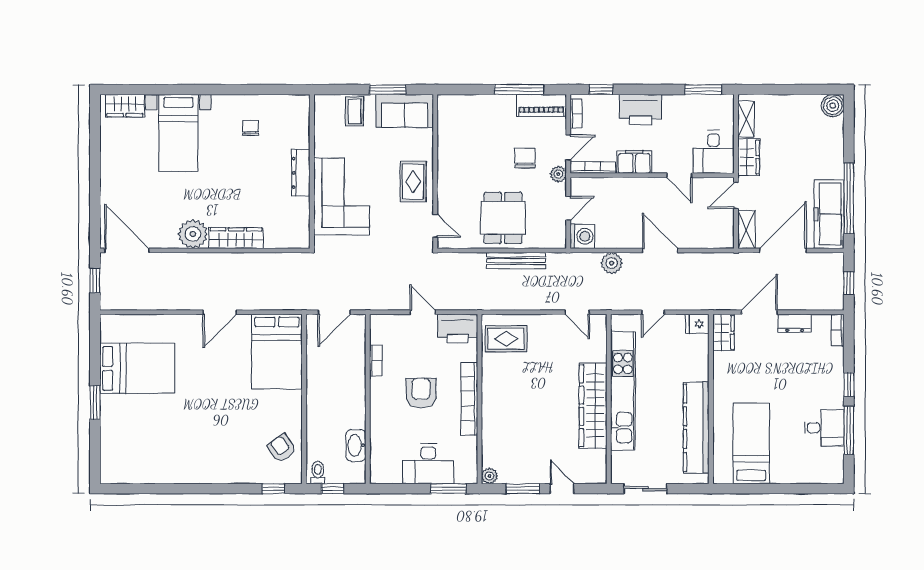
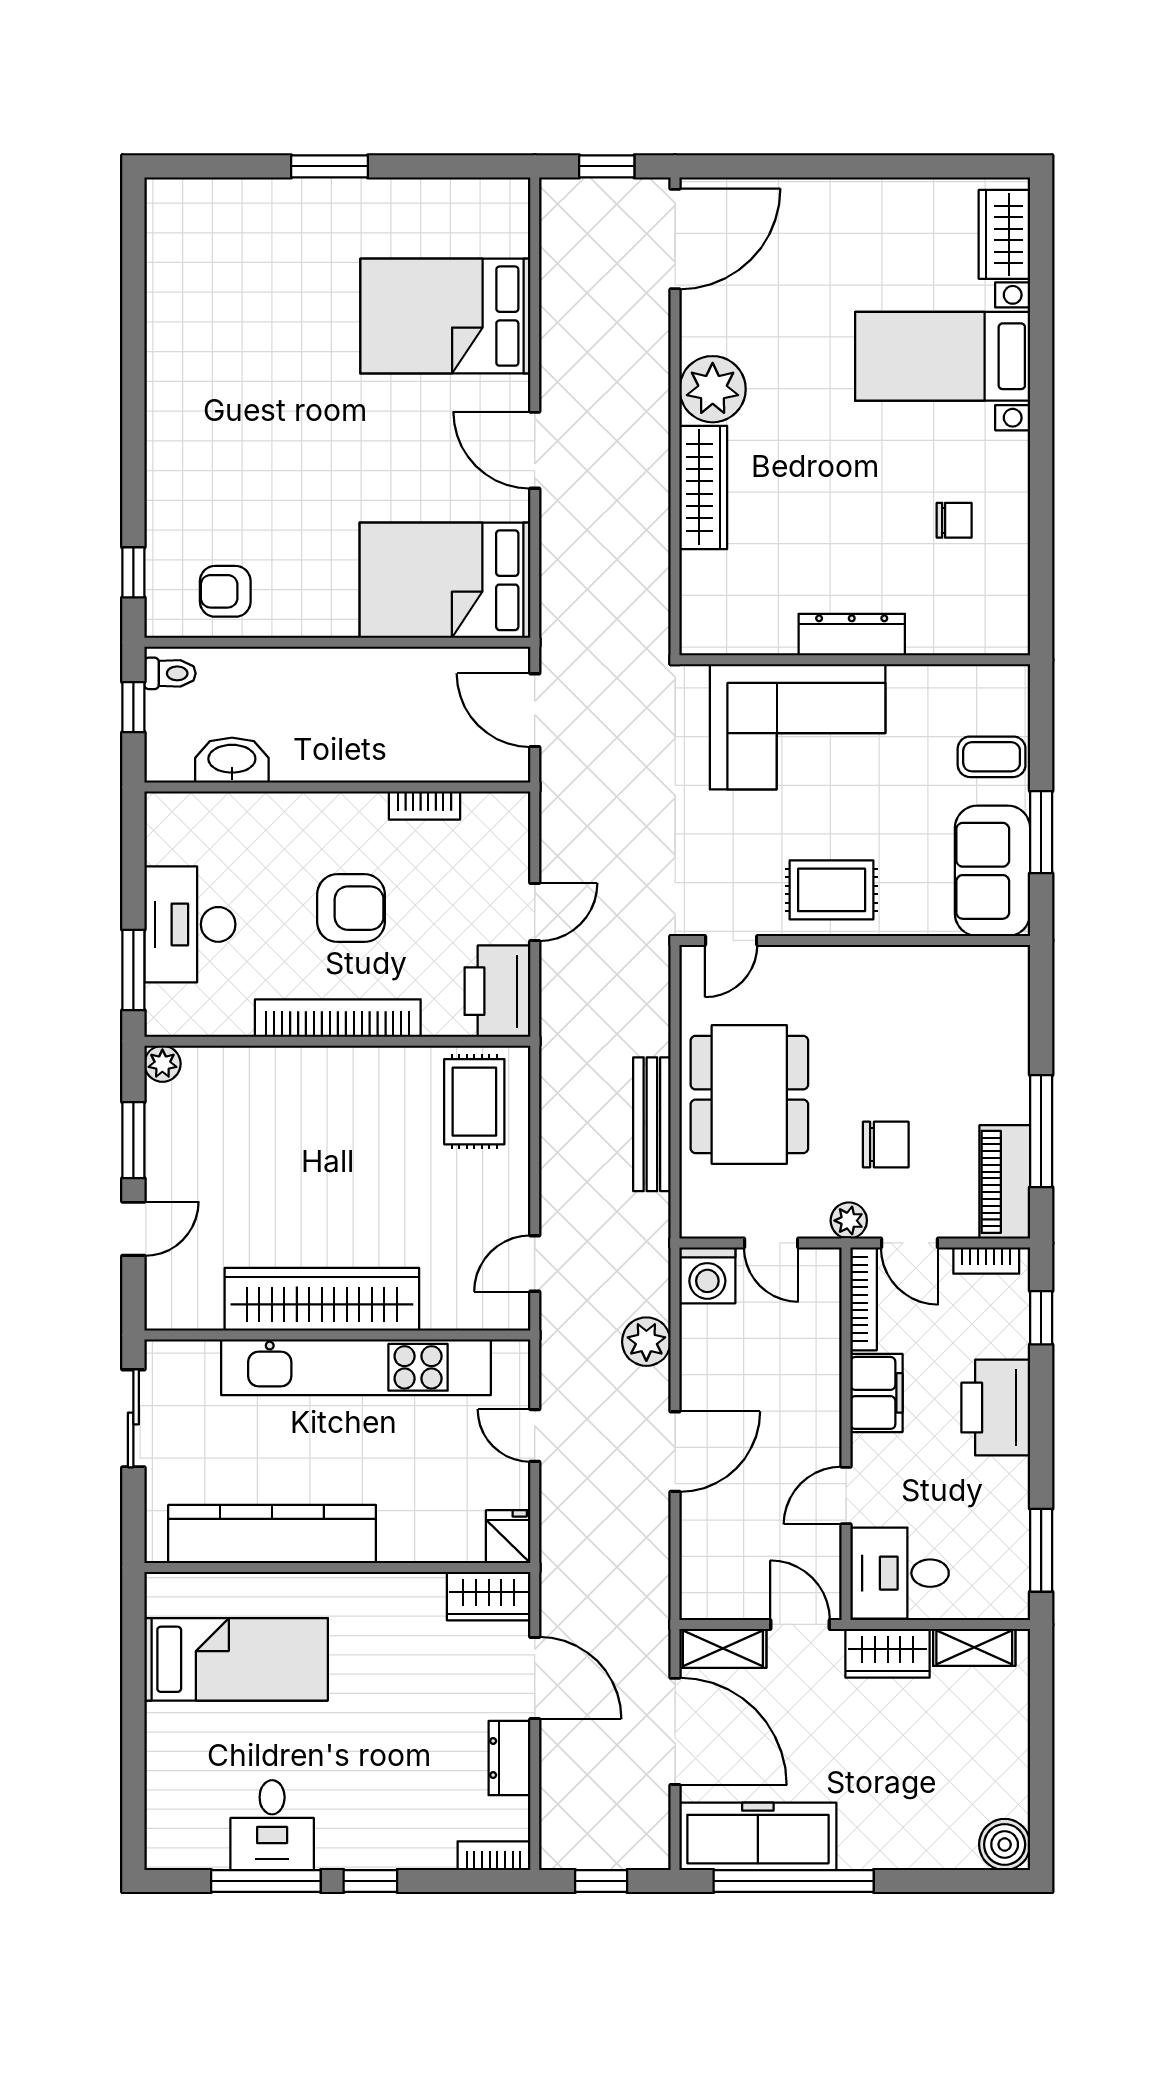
dining table: (503, 218) -> (749, 1094), width x1.37
bed: (137, 368) -> (445, 316), moved, turned 90
armchair: (282, 448) -> (225, 591), turned -145

